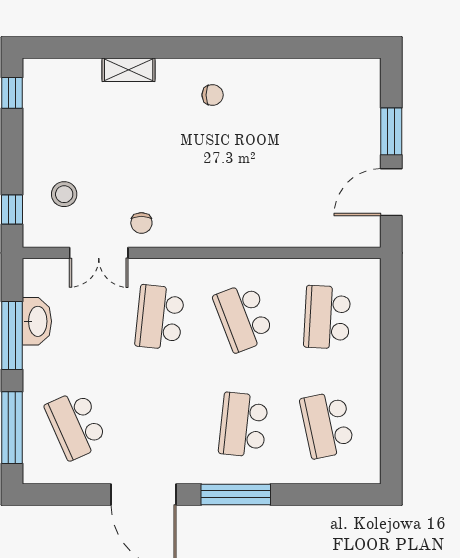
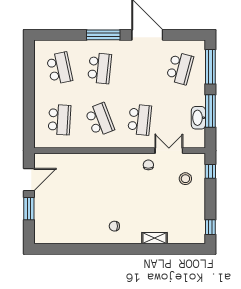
school desk: (76, 425) -> (180, 68), turned 39

